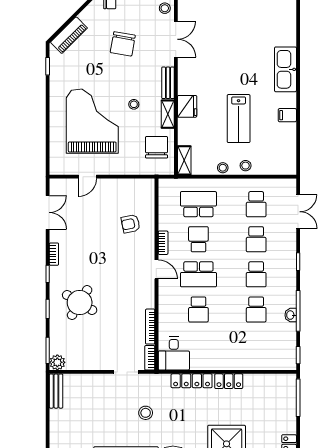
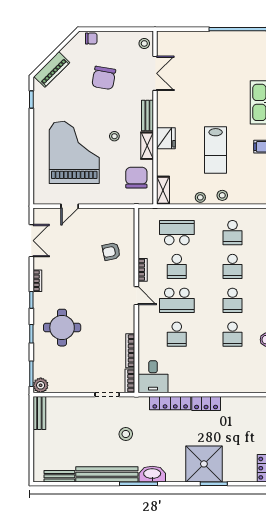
school desk: (198, 239) -> (177, 266), turned 180
round table: (80, 303) -> (62, 328), turned -31

